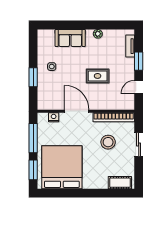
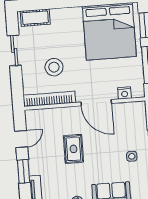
rug: (98, 76) -> (73, 149), turned 90
sliding door: (139, 145) -> (14, 50), moved

